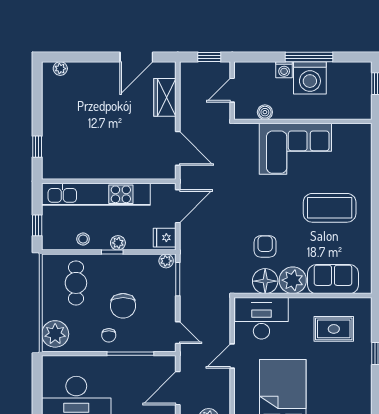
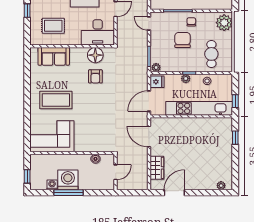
window: (209, 57) -> (130, 193), removed
washing machine: (284, 70) -> (52, 185), moved
corner sofa: (295, 149) -> (52, 136), moved
window: (37, 225) -> (235, 101), moved
plant: (293, 280) -> (78, 56), removed

